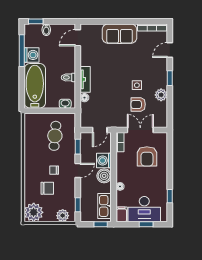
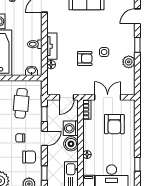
armchair: (138, 104) -> (85, 58), moved, turned 180
chair: (47, 188) -> (29, 157), moved

